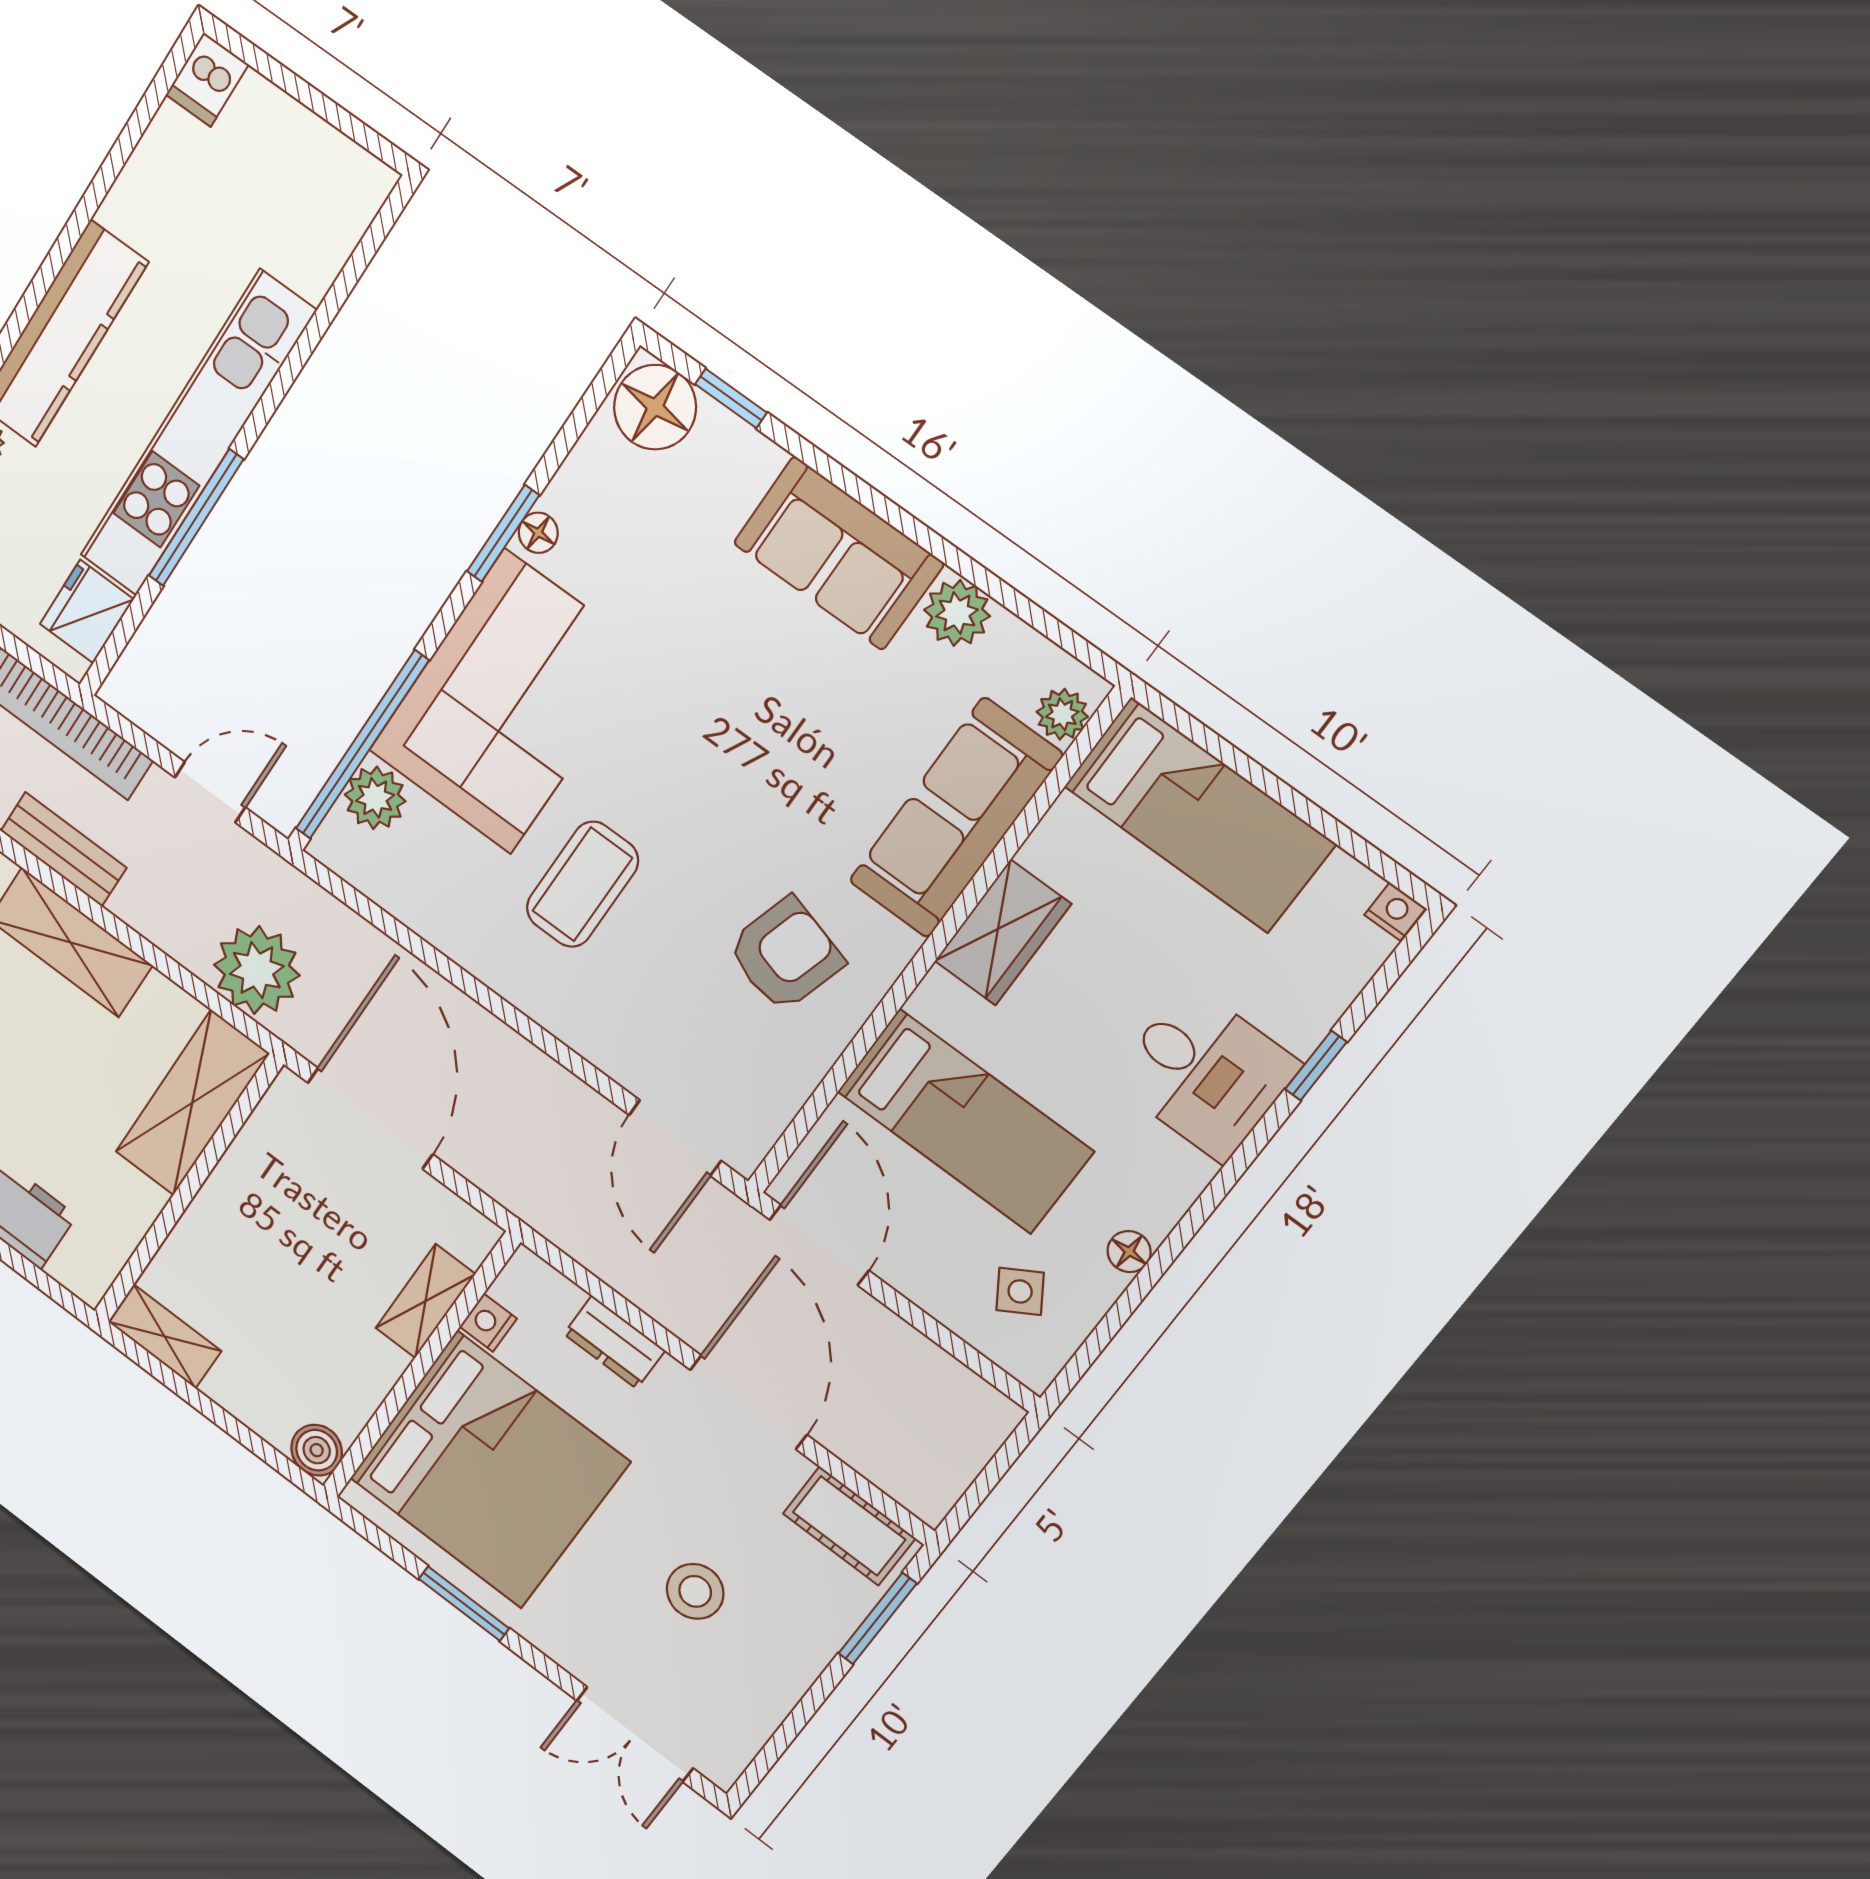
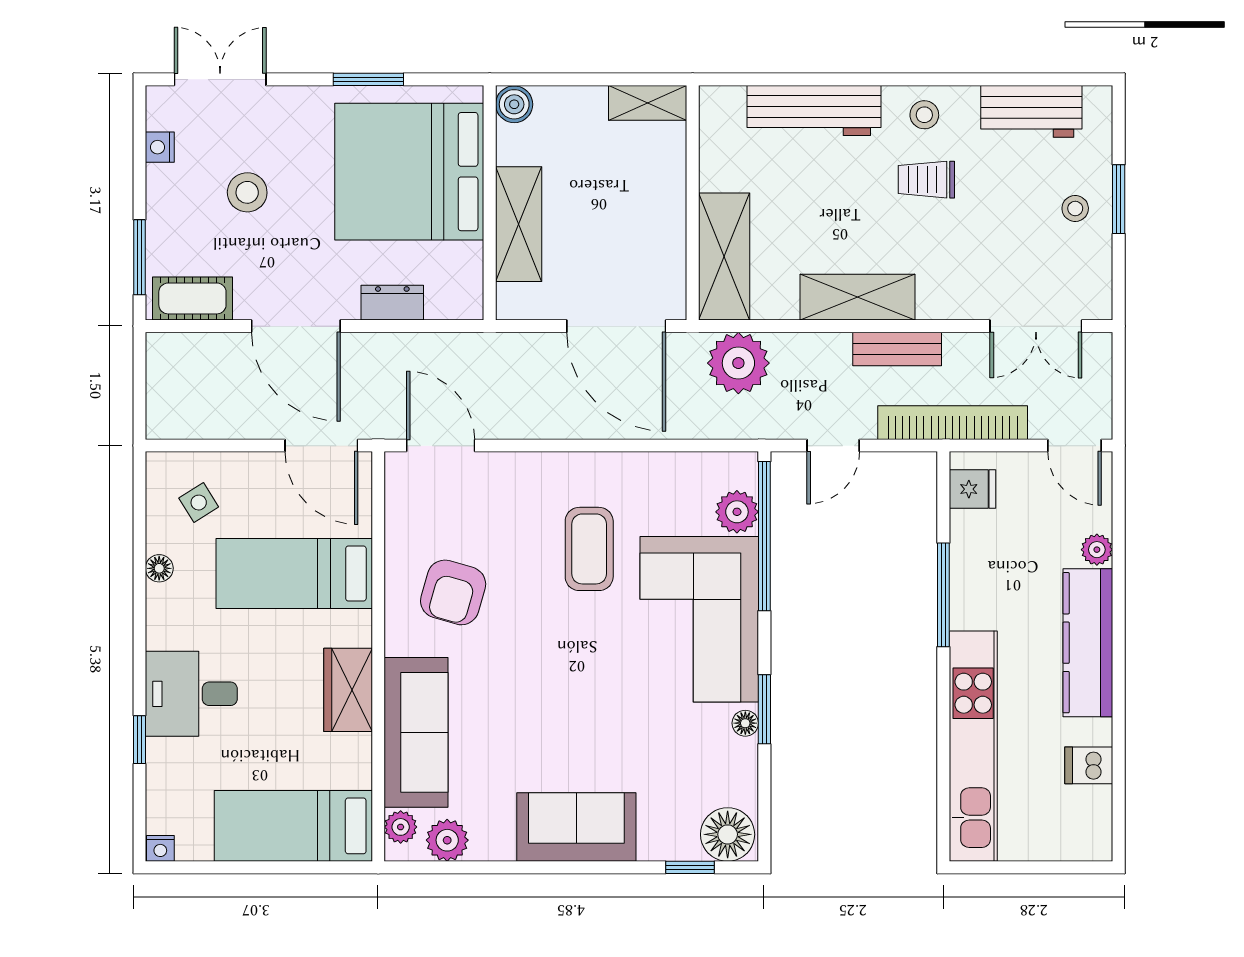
dishwasher: (207, 80) -> (1089, 765), moved, turned -90
kitchen unit: (197, 434) -> (973, 746), moved
fridge: (87, 612) -> (973, 489), width x0.72
plant: (957, 613) -> (447, 840), moved
shelving: (425, 1301) -> (519, 224), width x1.50, depth x1.33
nightstand: (488, 1323) -> (160, 147), moved, turned 180

